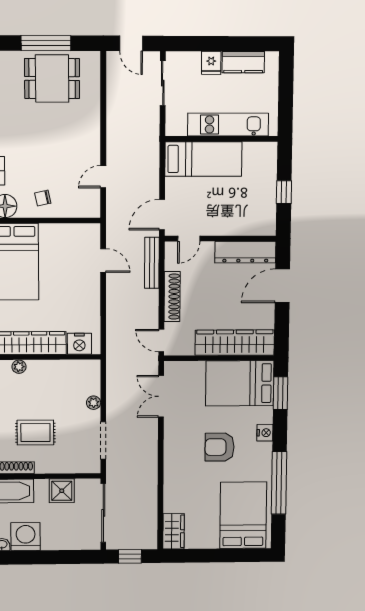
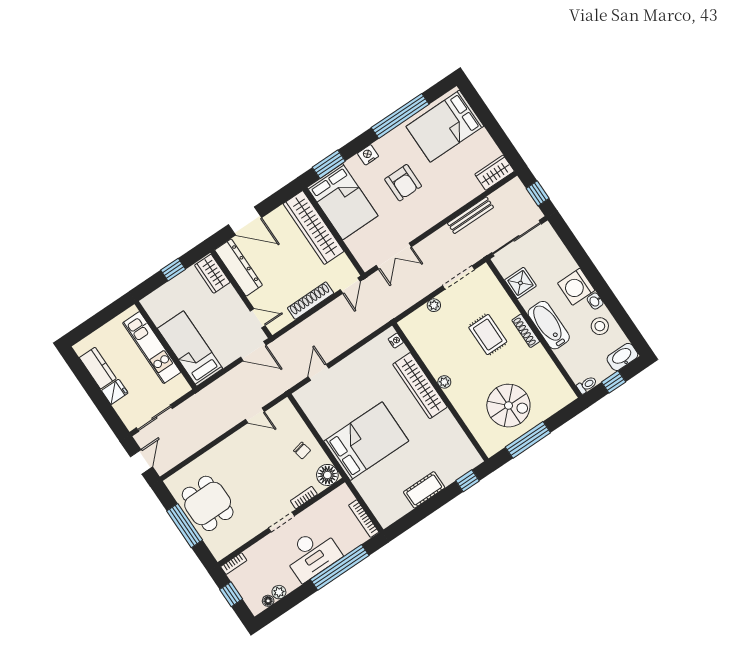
wardrobe: (256, 225) -> (212, 274), added
bench: (152, 263) -> (470, 215), moved
nightstand: (79, 344) -> (396, 341), width x0.53, depth x0.56

